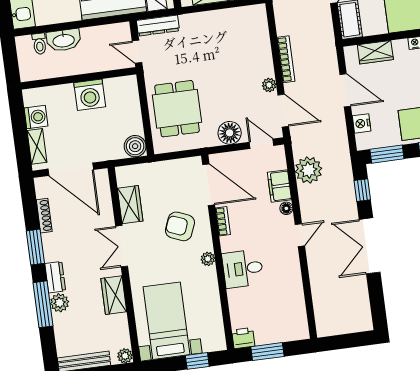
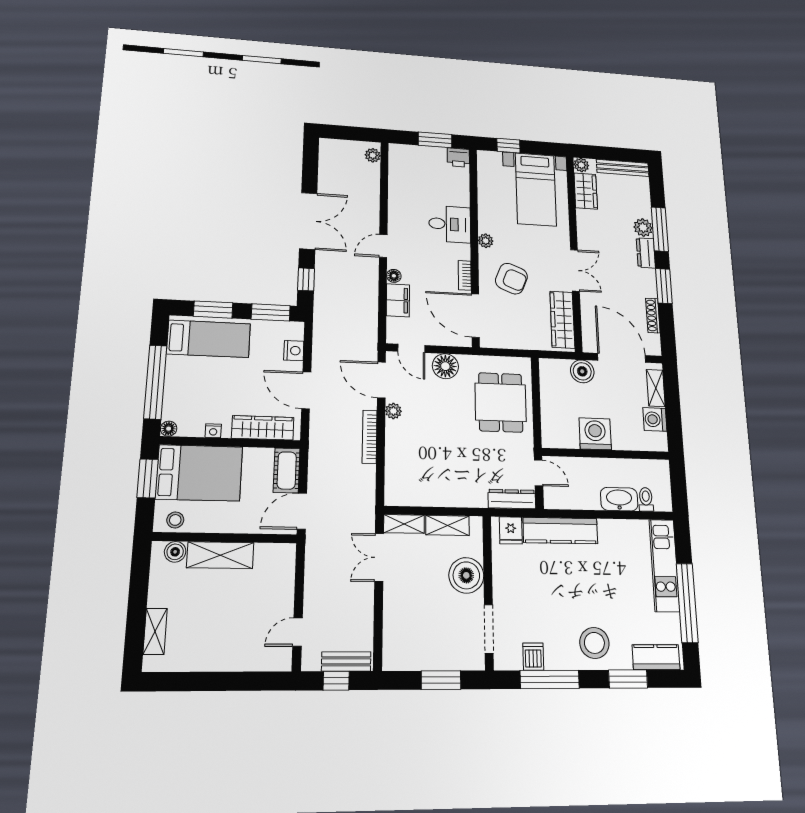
wardrobe: (375, 52) -> (263, 428), width x1.50
boiler: (135, 146) -> (582, 371), moved
plant: (309, 170) -> (373, 155), moved, width x0.53, depth x0.53
wardrobe: (130, 205) -> (562, 320), width x1.50
wardrobe: (114, 295) -> (586, 191), moved

